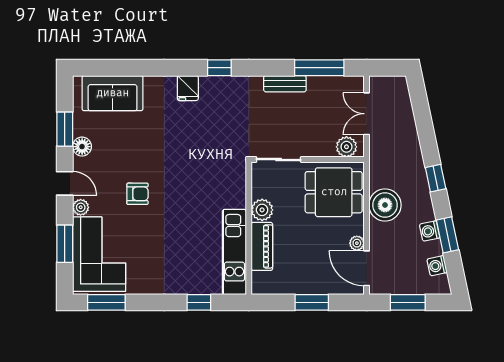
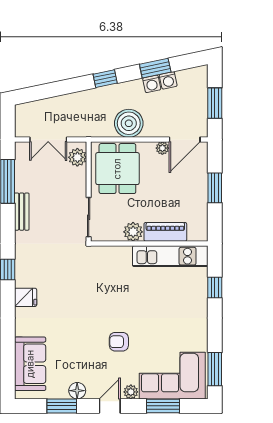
armchair: (137, 194) -> (119, 342), turned -90
washing machine: (437, 266) -> (168, 80), moved

